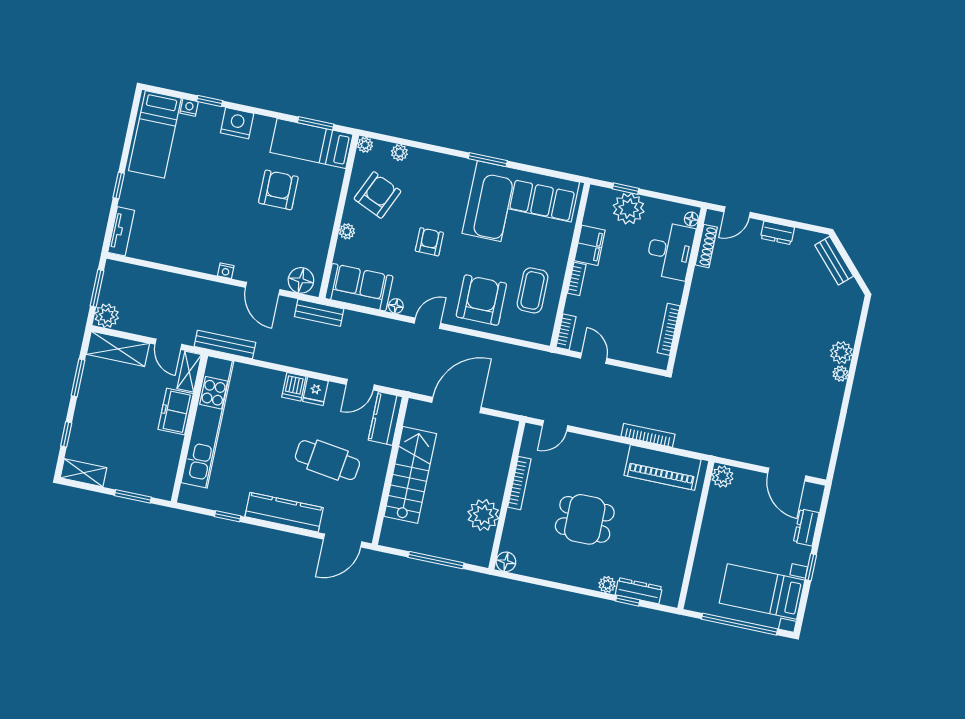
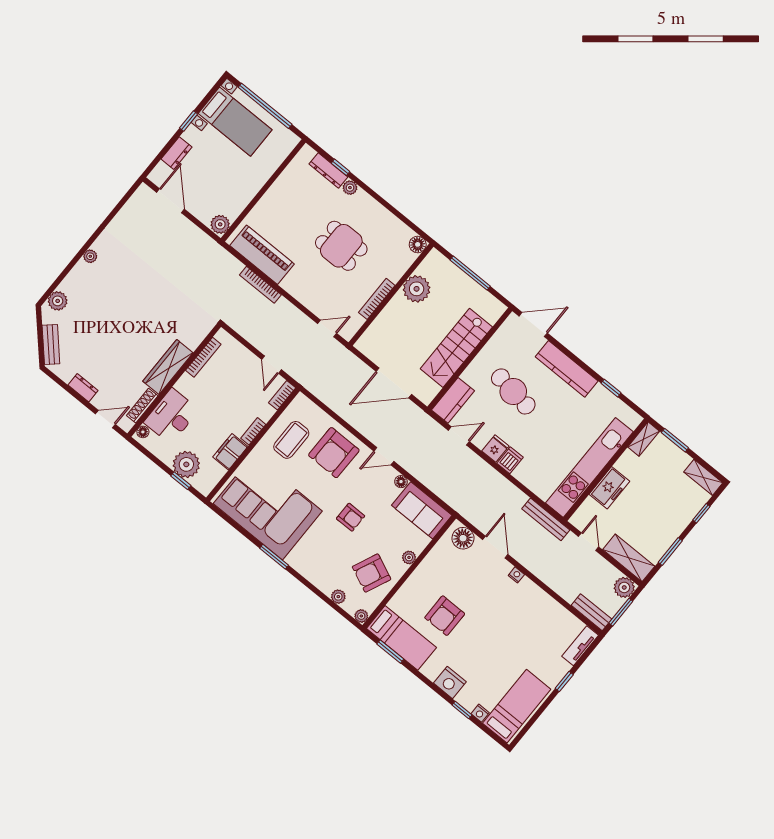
armchair: (429, 242) -> (351, 517), turned -90
wardrobe: (700, 300) -> (168, 367), added
bench: (319, 313) -> (591, 612), moved
plant: (841, 353) -> (58, 301), moved
shelving: (189, 372) -> (644, 439), moved

